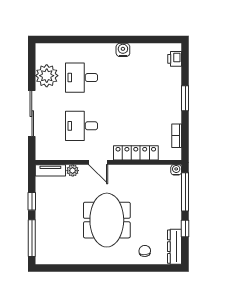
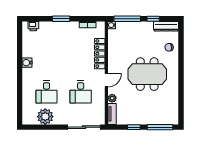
sliding door: (32, 114) -> (84, 127), moved

